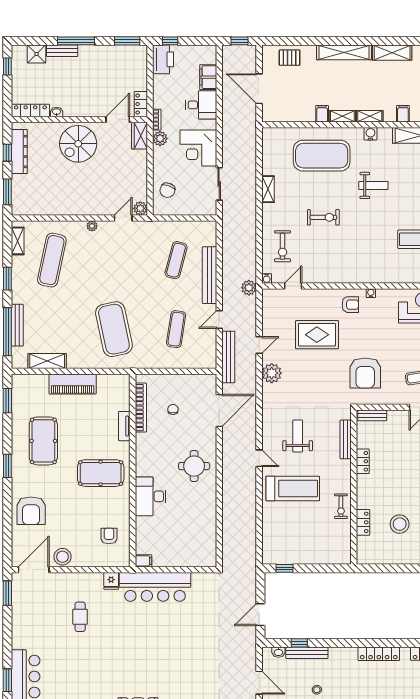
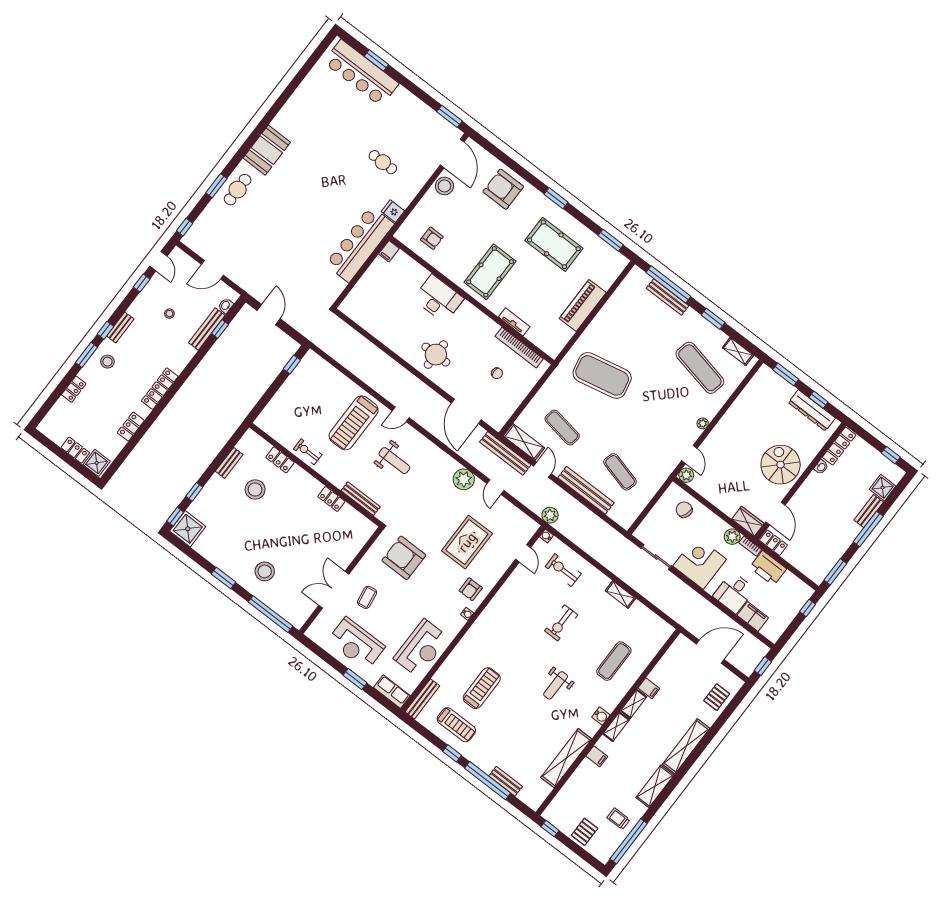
printer: (163, 59) -> (768, 568), moved
exercise mat: (322, 156) -> (614, 661), width x0.50, depth x0.69
shelving: (47, 361) -> (524, 442), moved, turned 90
bench: (372, 415) -> (229, 463), moved

